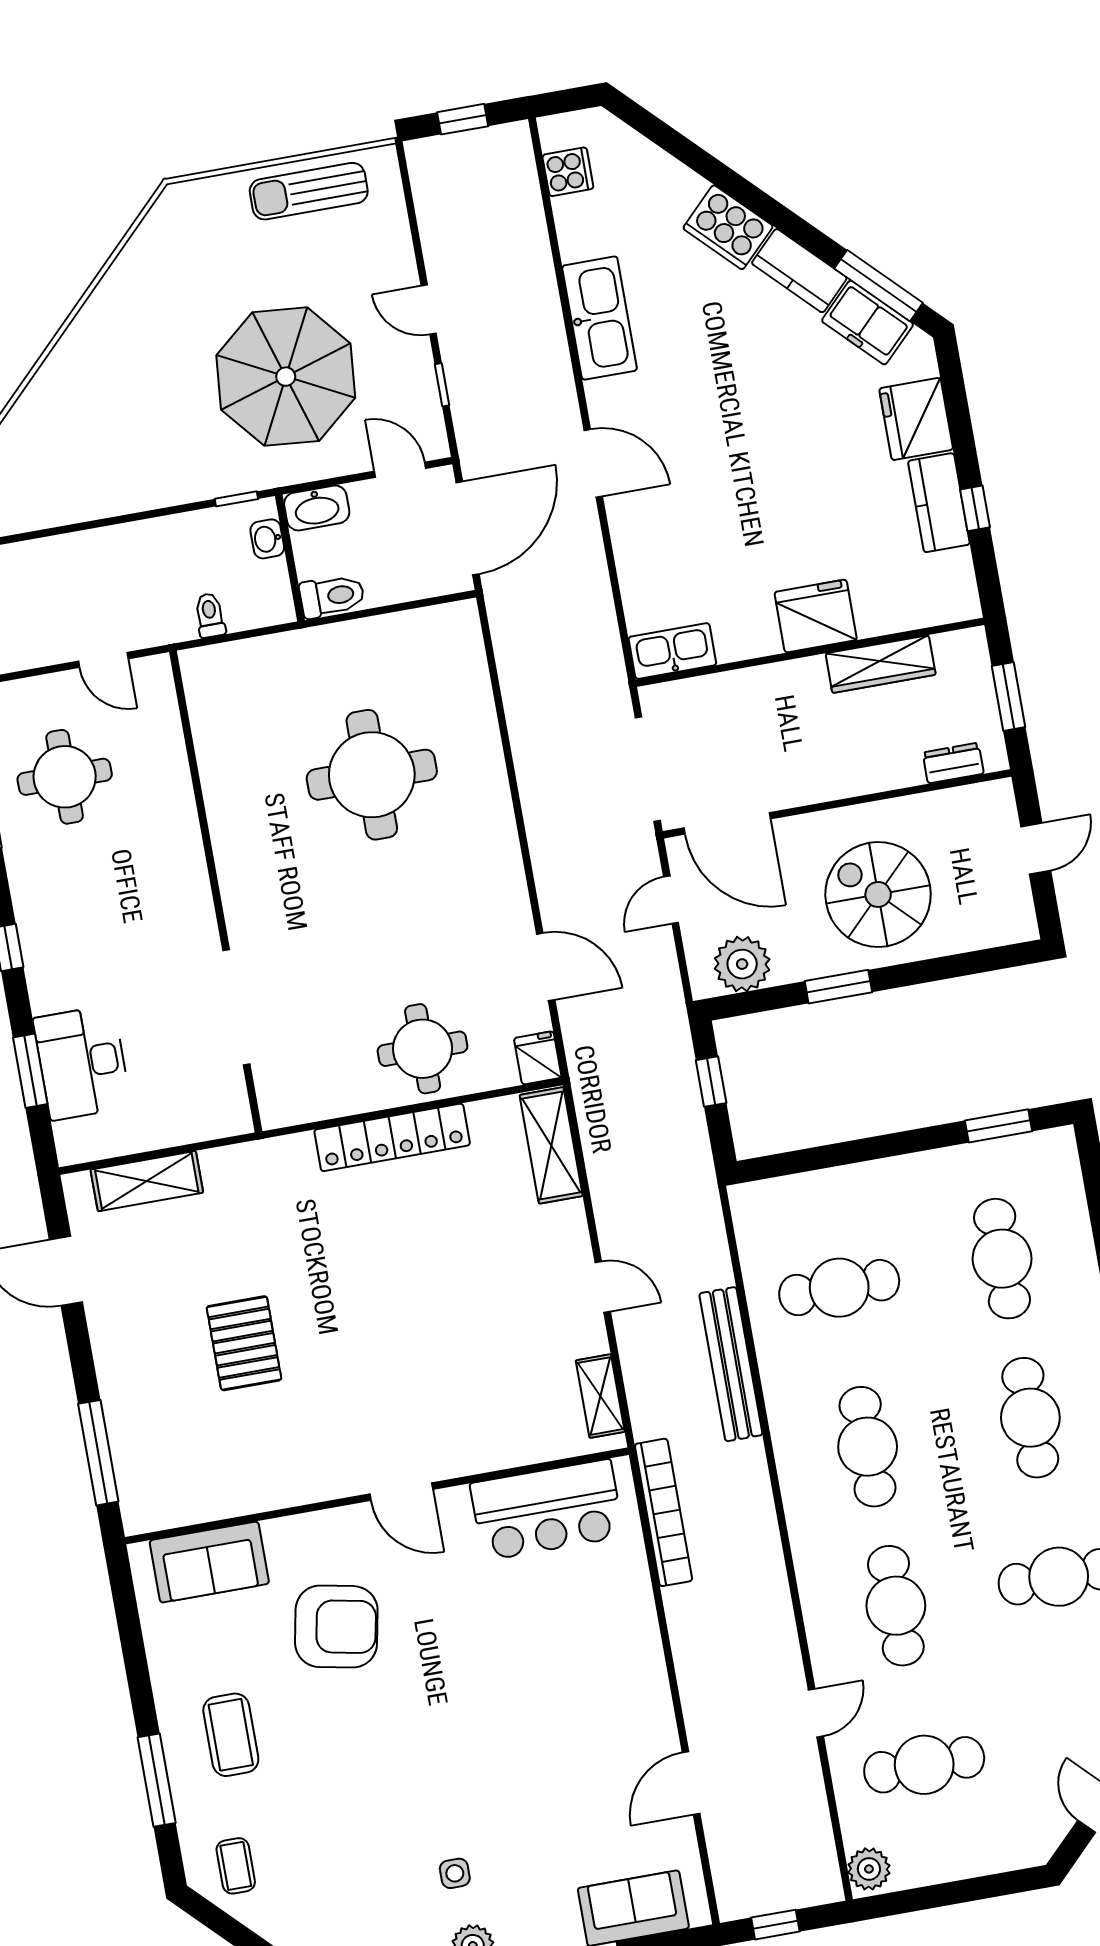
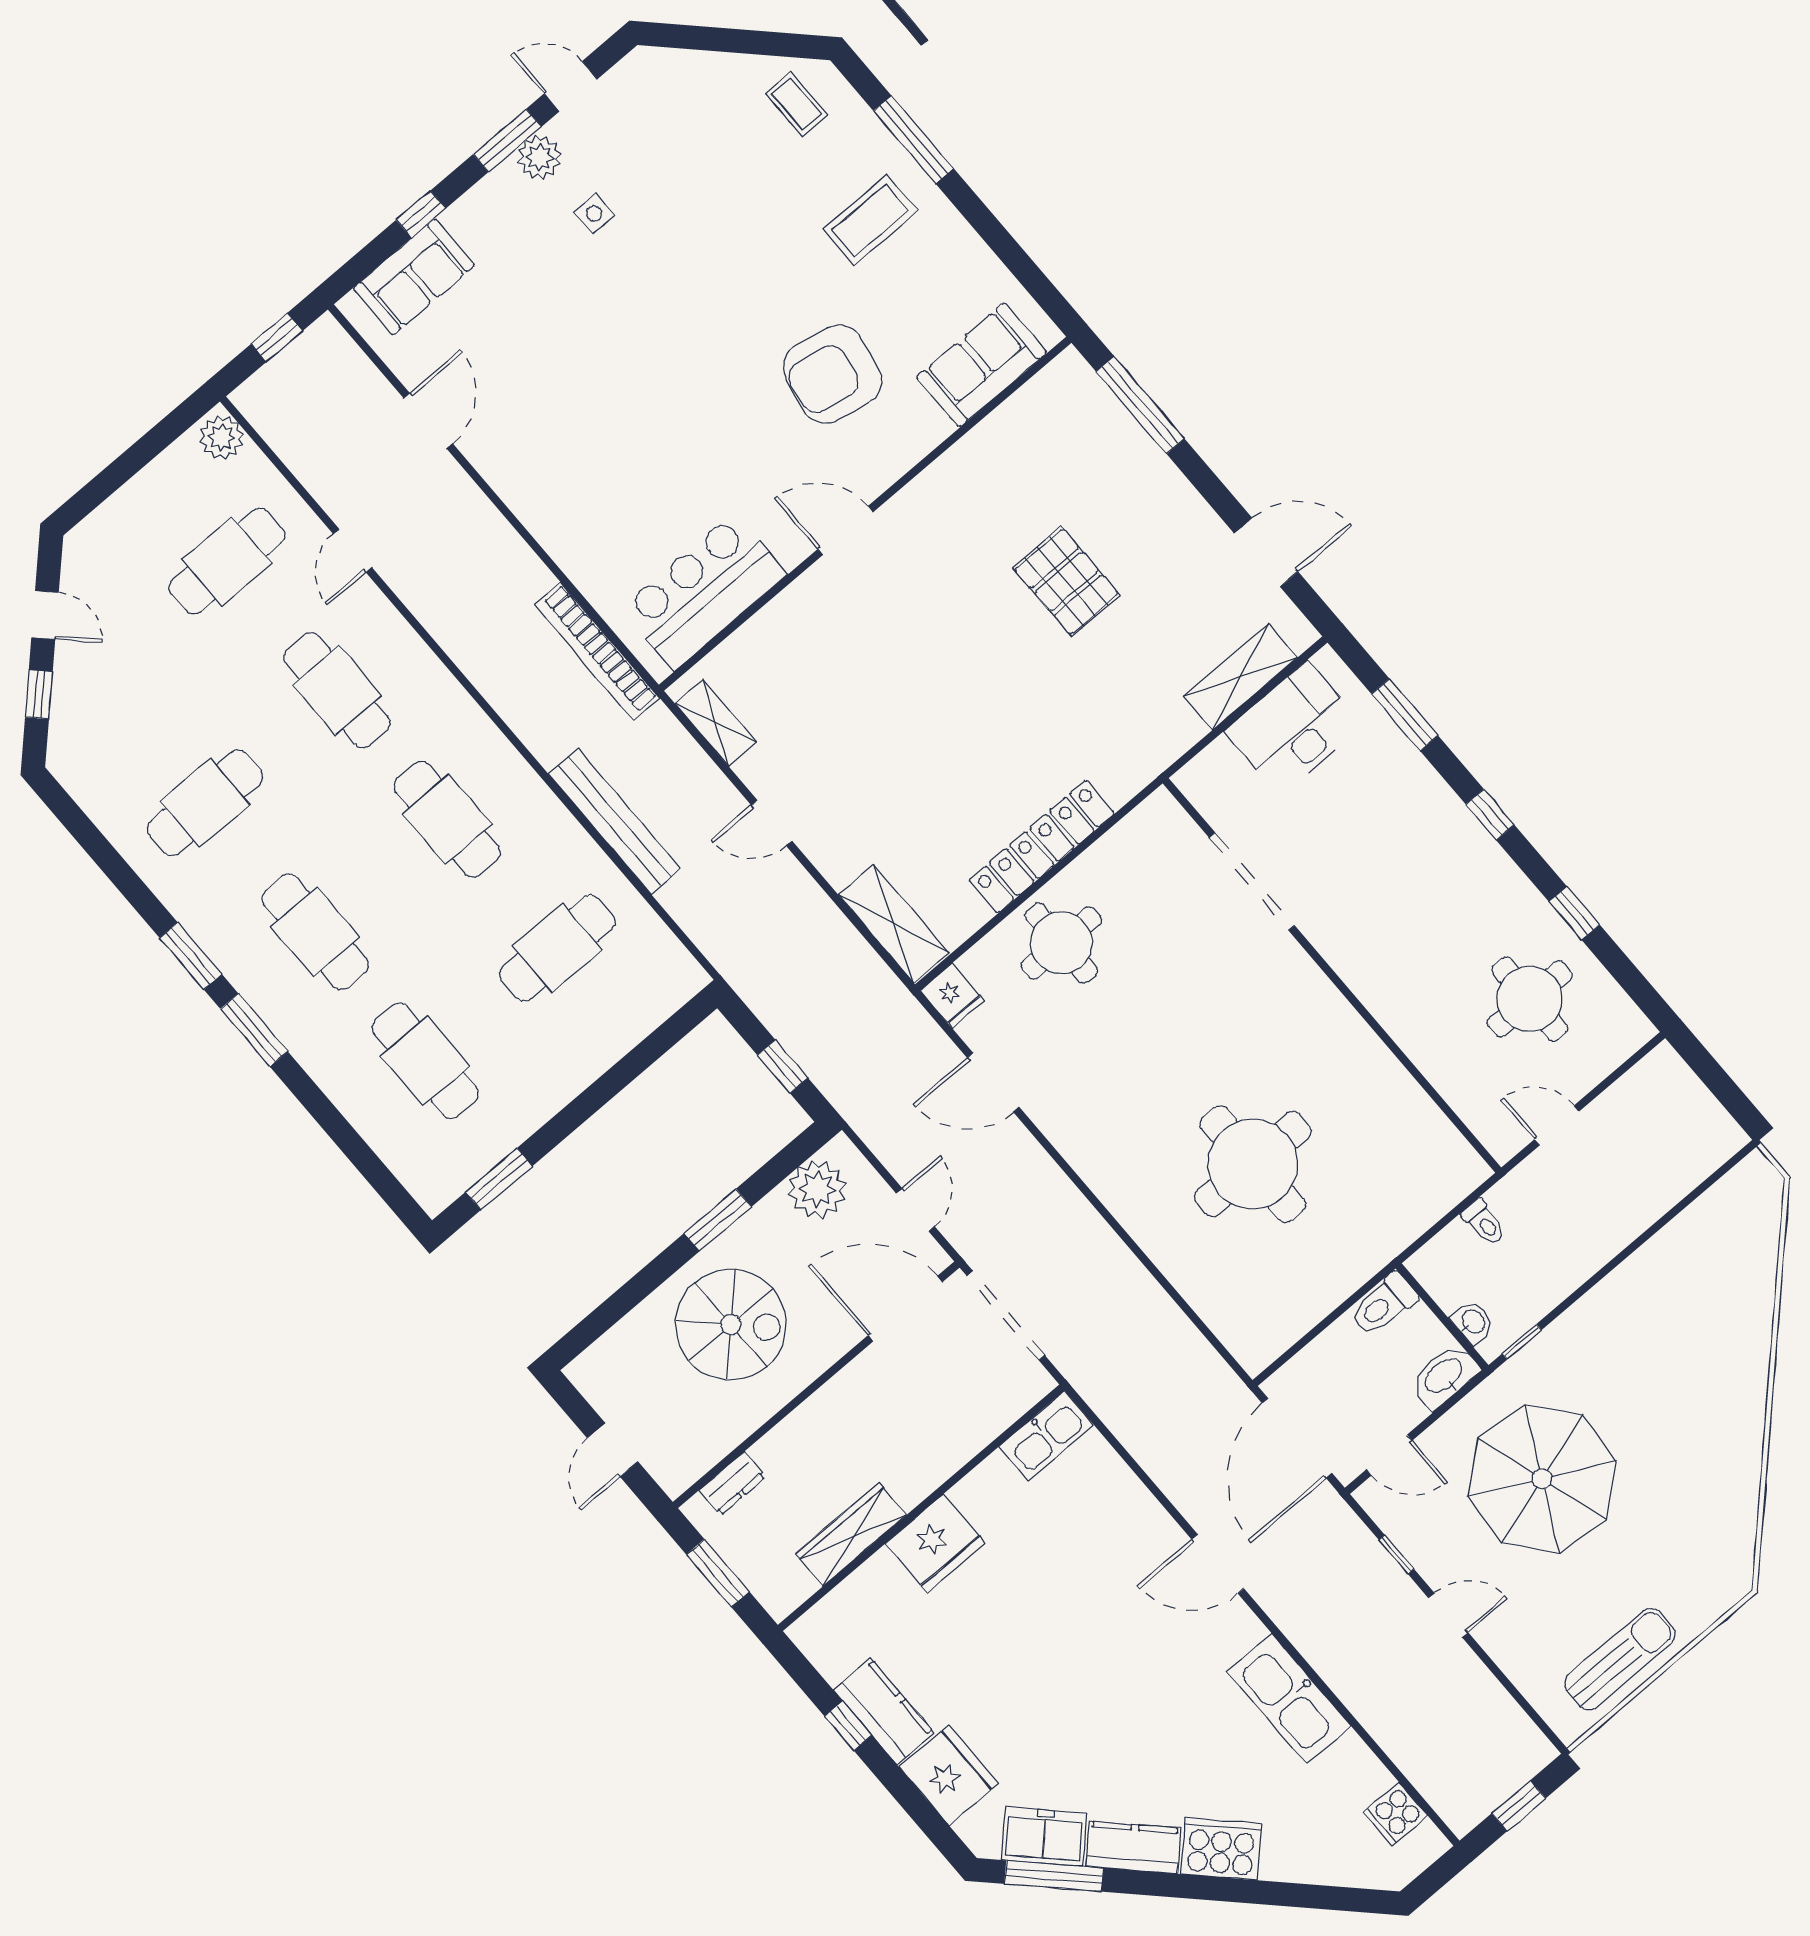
desk: (82, 1063) -> (1294, 728), moved, turned -90
coffee table: (231, 1735) -> (870, 220), turned 90

